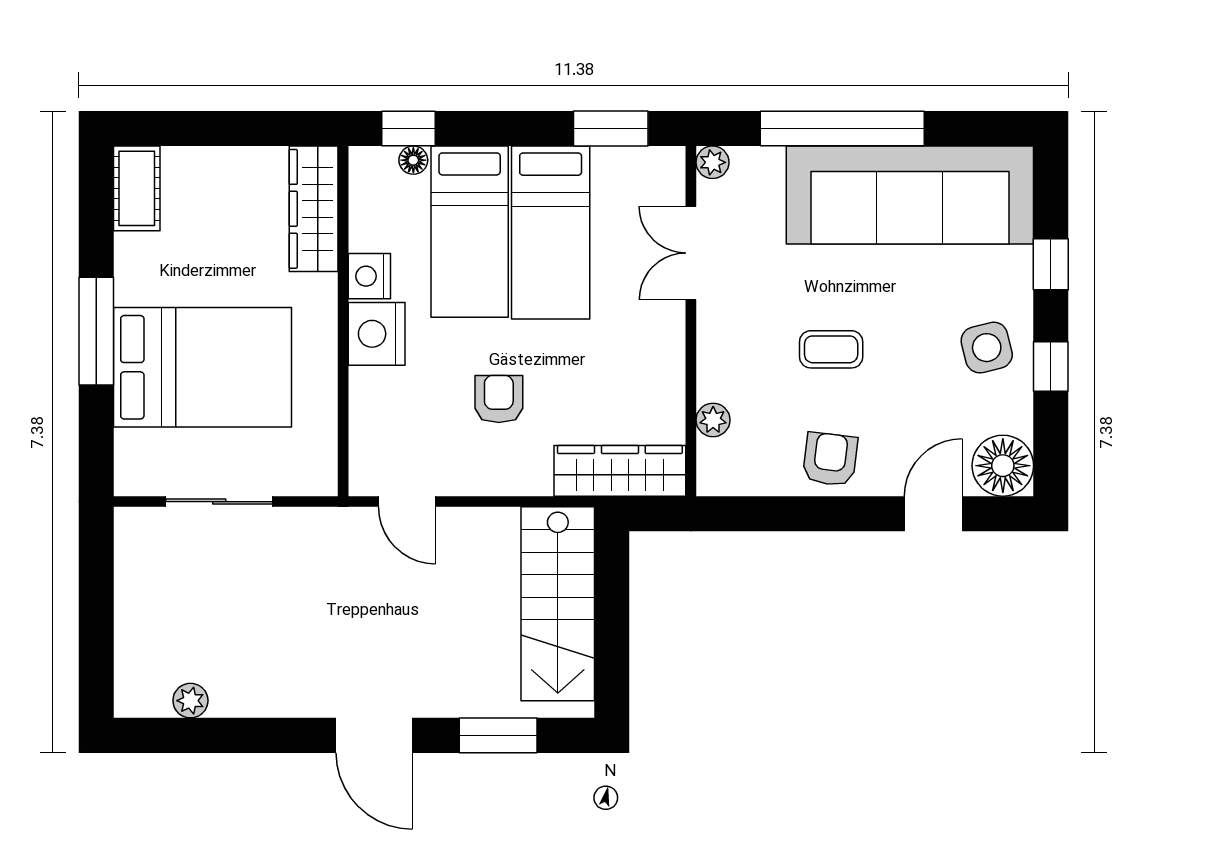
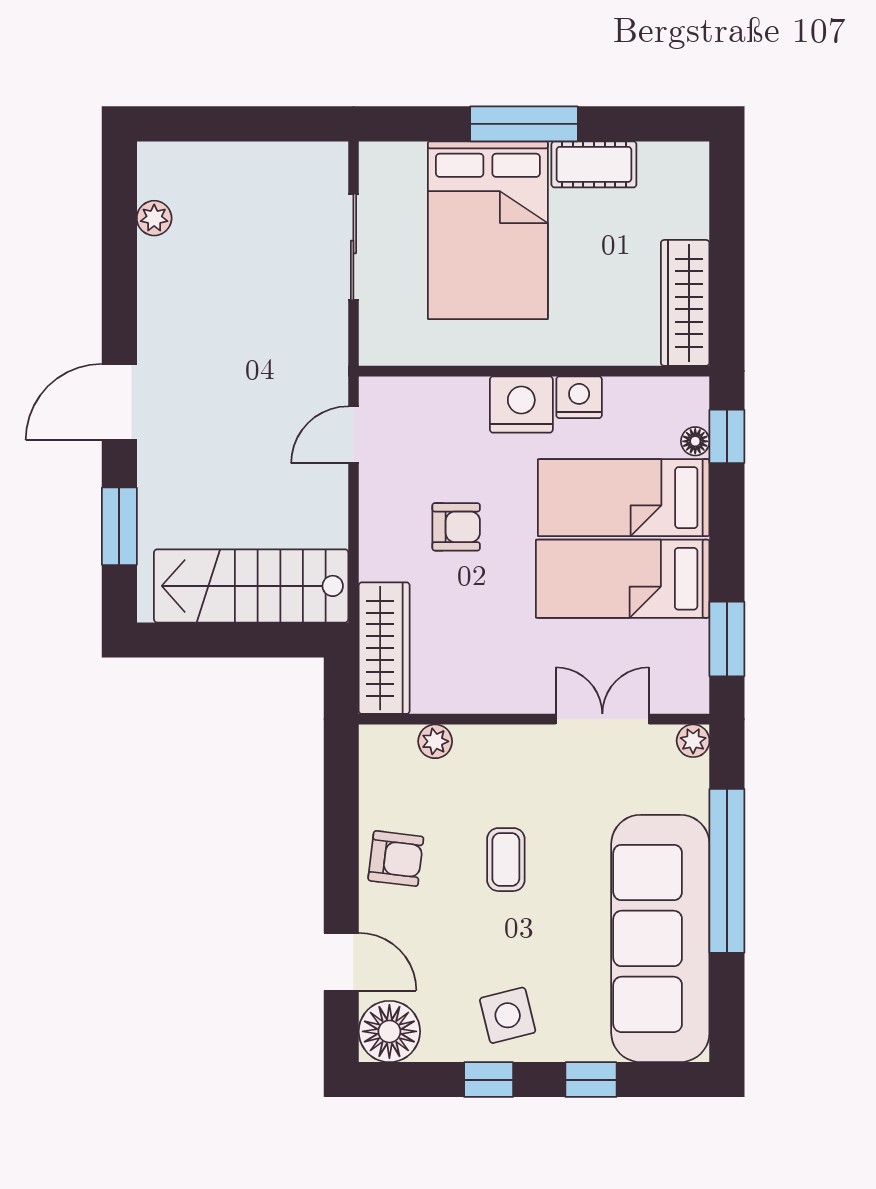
cot: (137, 188) -> (594, 164), moved
wardrobe: (314, 209) -> (685, 303), moved, turned -90

